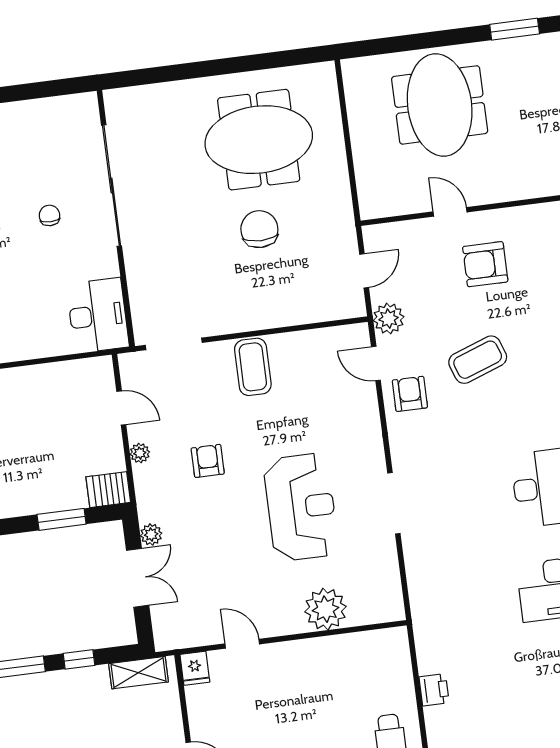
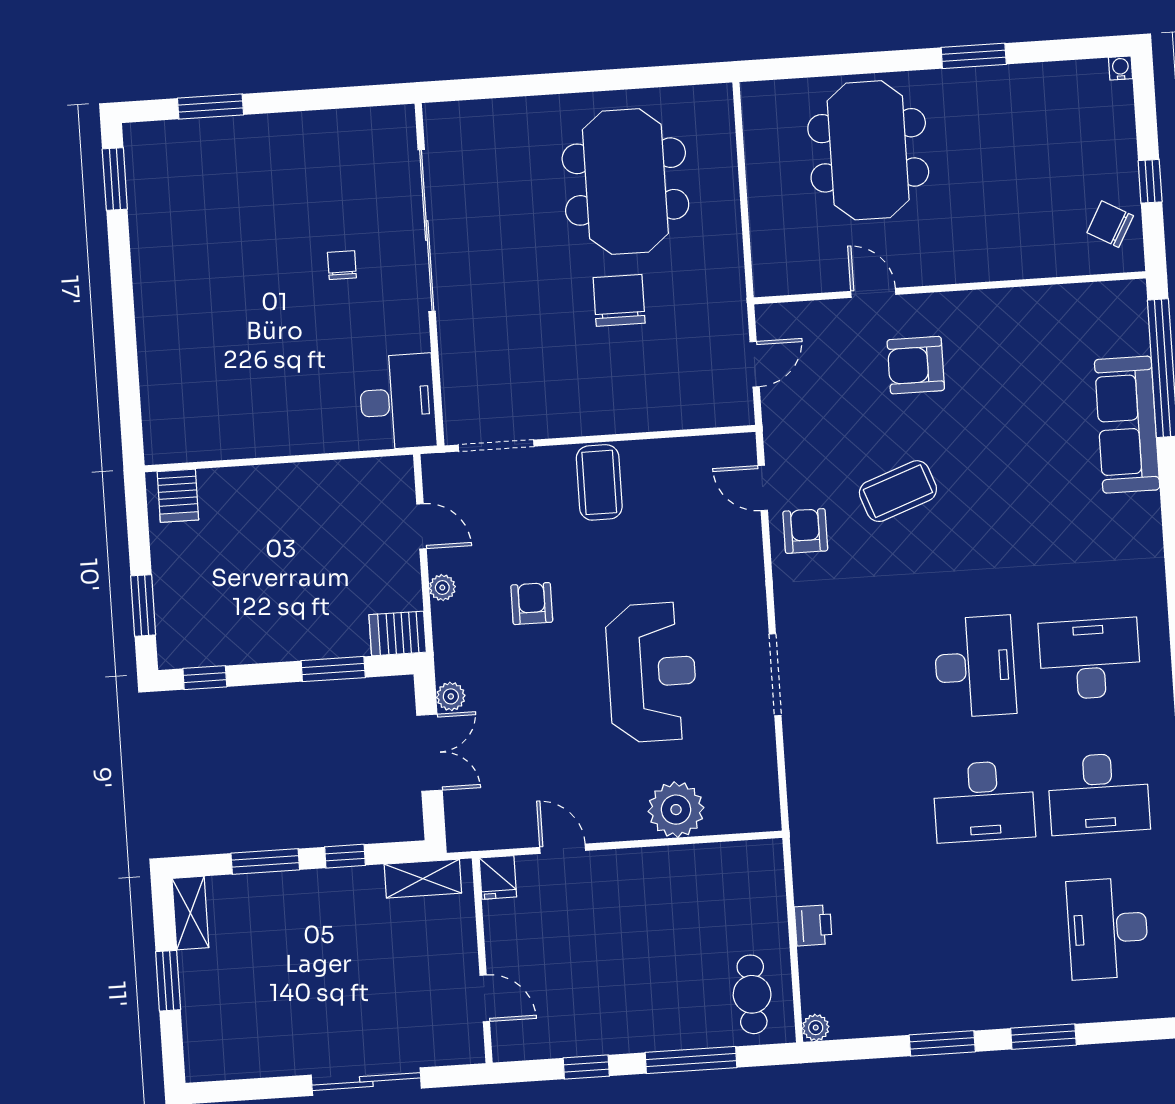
meeting table: (259, 140) -> (625, 182), turned 90
plant: (389, 319) -> (783, 429), removed

